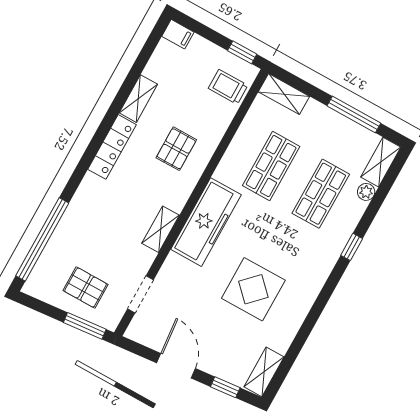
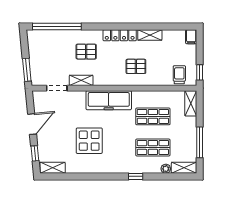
shelving: (161, 229) -> (81, 80), moved
pallet: (86, 288) -> (86, 52), moved, turned 90

